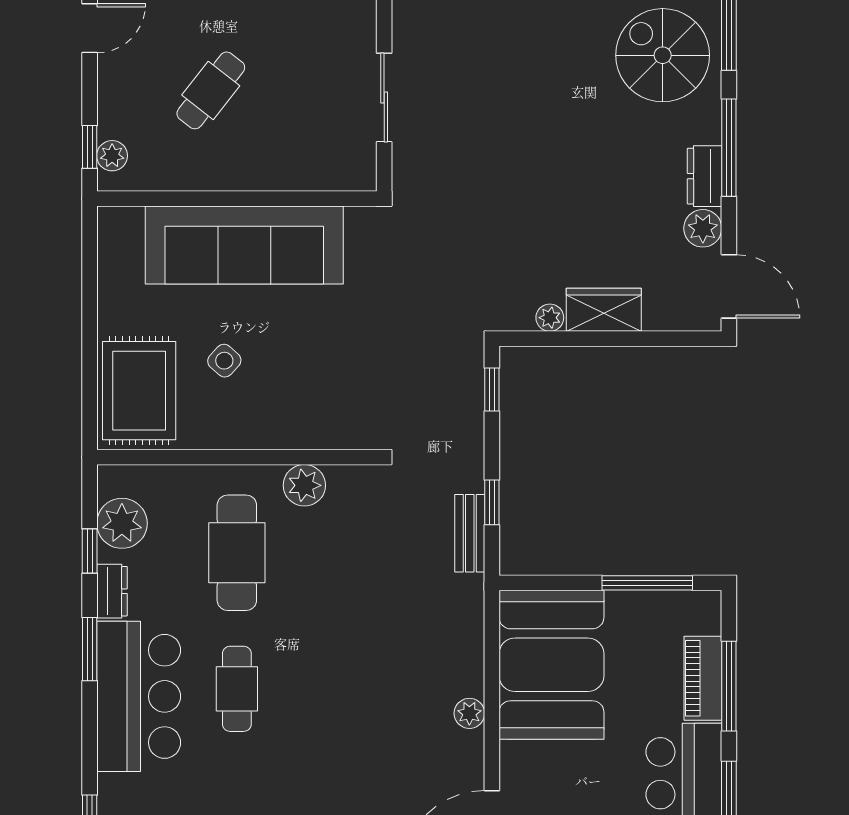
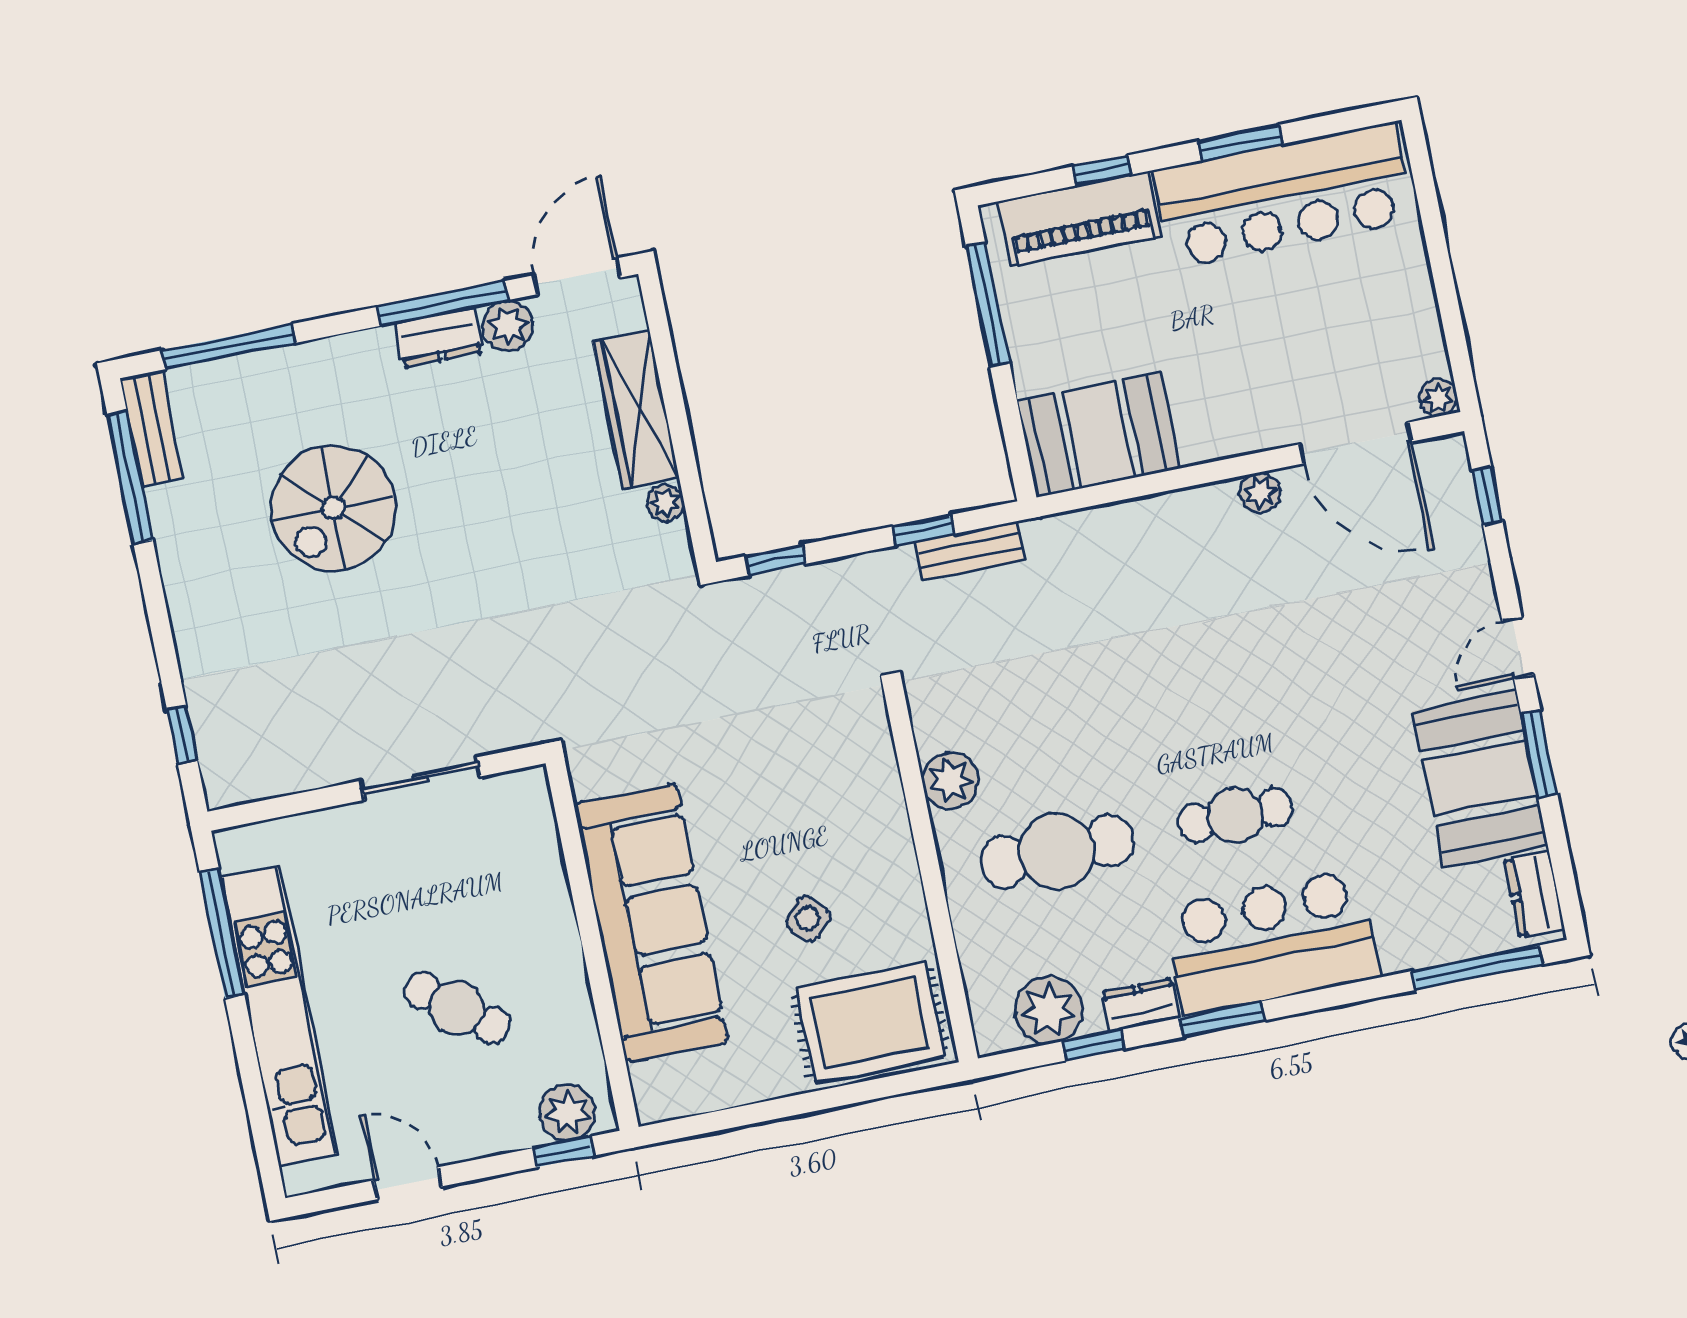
spiral stairs: (663, 55) -> (333, 508), moved
window: (729, 148) -> (443, 303), moved
plant: (112, 156) -> (567, 1113), width x1.38, depth x1.38
wardrobe: (604, 310) -> (636, 410), width x1.50
booth: (551, 665) -> (1099, 435), width x0.73, depth x0.70
piano: (703, 678) -> (1080, 219), width x1.37, depth x1.33
window: (729, 686) -> (1102, 171), width x0.46
plant: (469, 713) -> (1260, 493), moved

